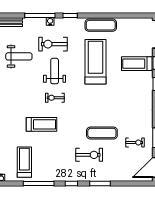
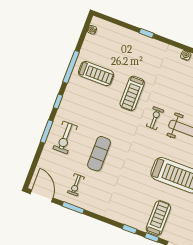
exercise bike: (89, 155) -> (65, 137), moved
treadmill: (24, 162) -> (96, 74), moved

